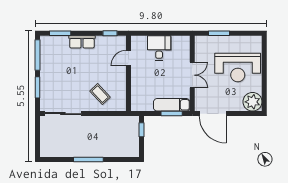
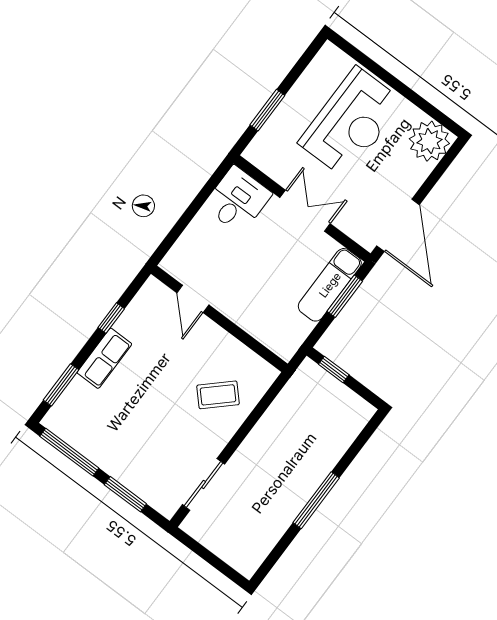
window: (110, 33) -> (111, 318), moved
desk: (159, 48) -> (237, 200), moved, turned 90
sliding door: (63, 114) -> (203, 484), width x0.73
door: (213, 114) -> (398, 225), hinge flipped

